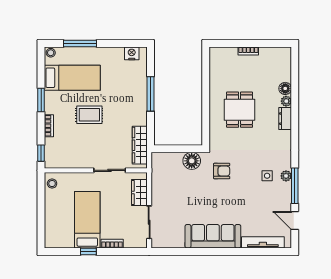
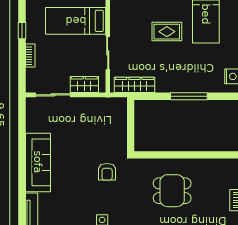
rug: (89, 115) -> (167, 32), turned 90
floor lamp: (192, 161) -> (118, 140), removed
bed: (87, 220) -> (76, 21), moved, turned 180

